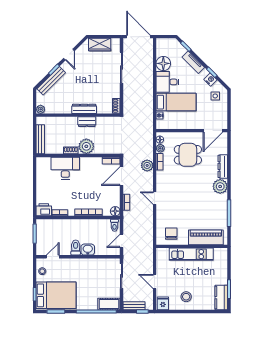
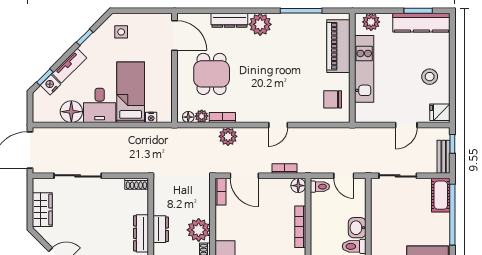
nightstand: (210, 80) -> (50, 85), moved
plant: (222, 259) -> (371, 22), added
kitchen counter: (221, 298) -> (421, 23), width x1.50

